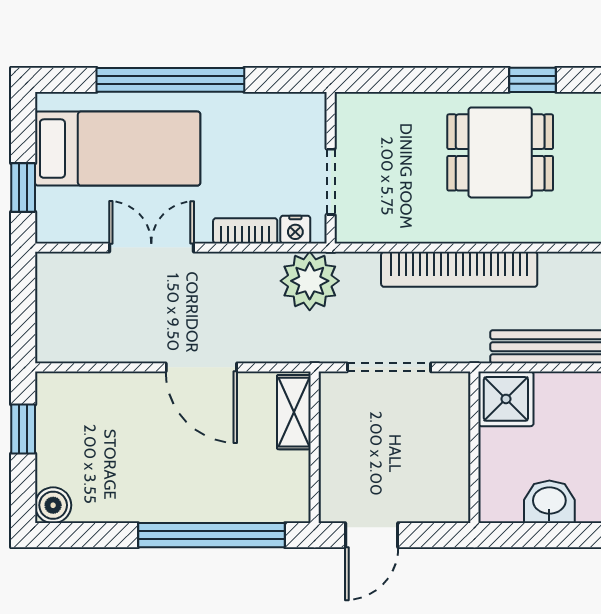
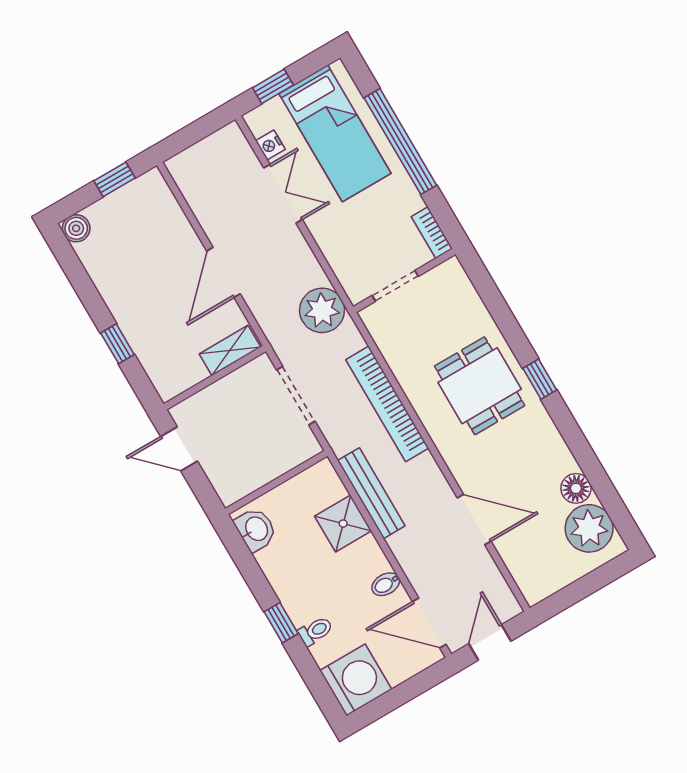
nightstand: (295, 230) -> (270, 145), moved
bookcase: (245, 231) -> (432, 233), moved, turned 180
shower: (506, 399) -> (343, 524), moved
washbasin: (549, 502) -> (256, 529), moved
window: (212, 535) -> (117, 344), width x0.32

